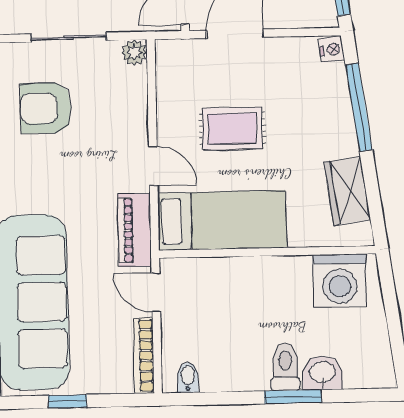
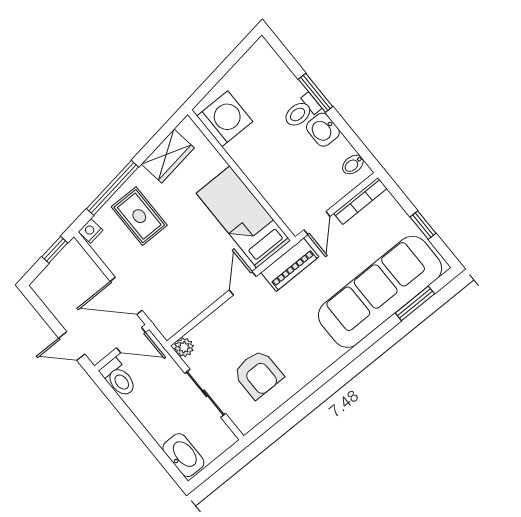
rug: (232, 129) -> (139, 216), moved
washbasin: (322, 373) -> (323, 130), moved

